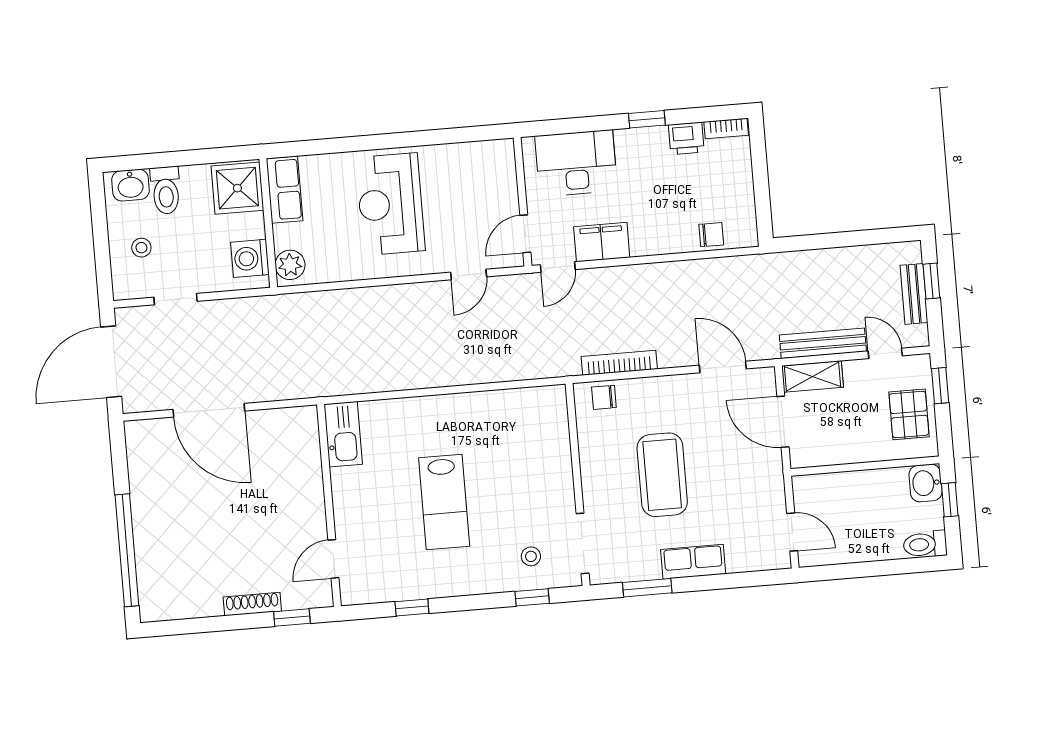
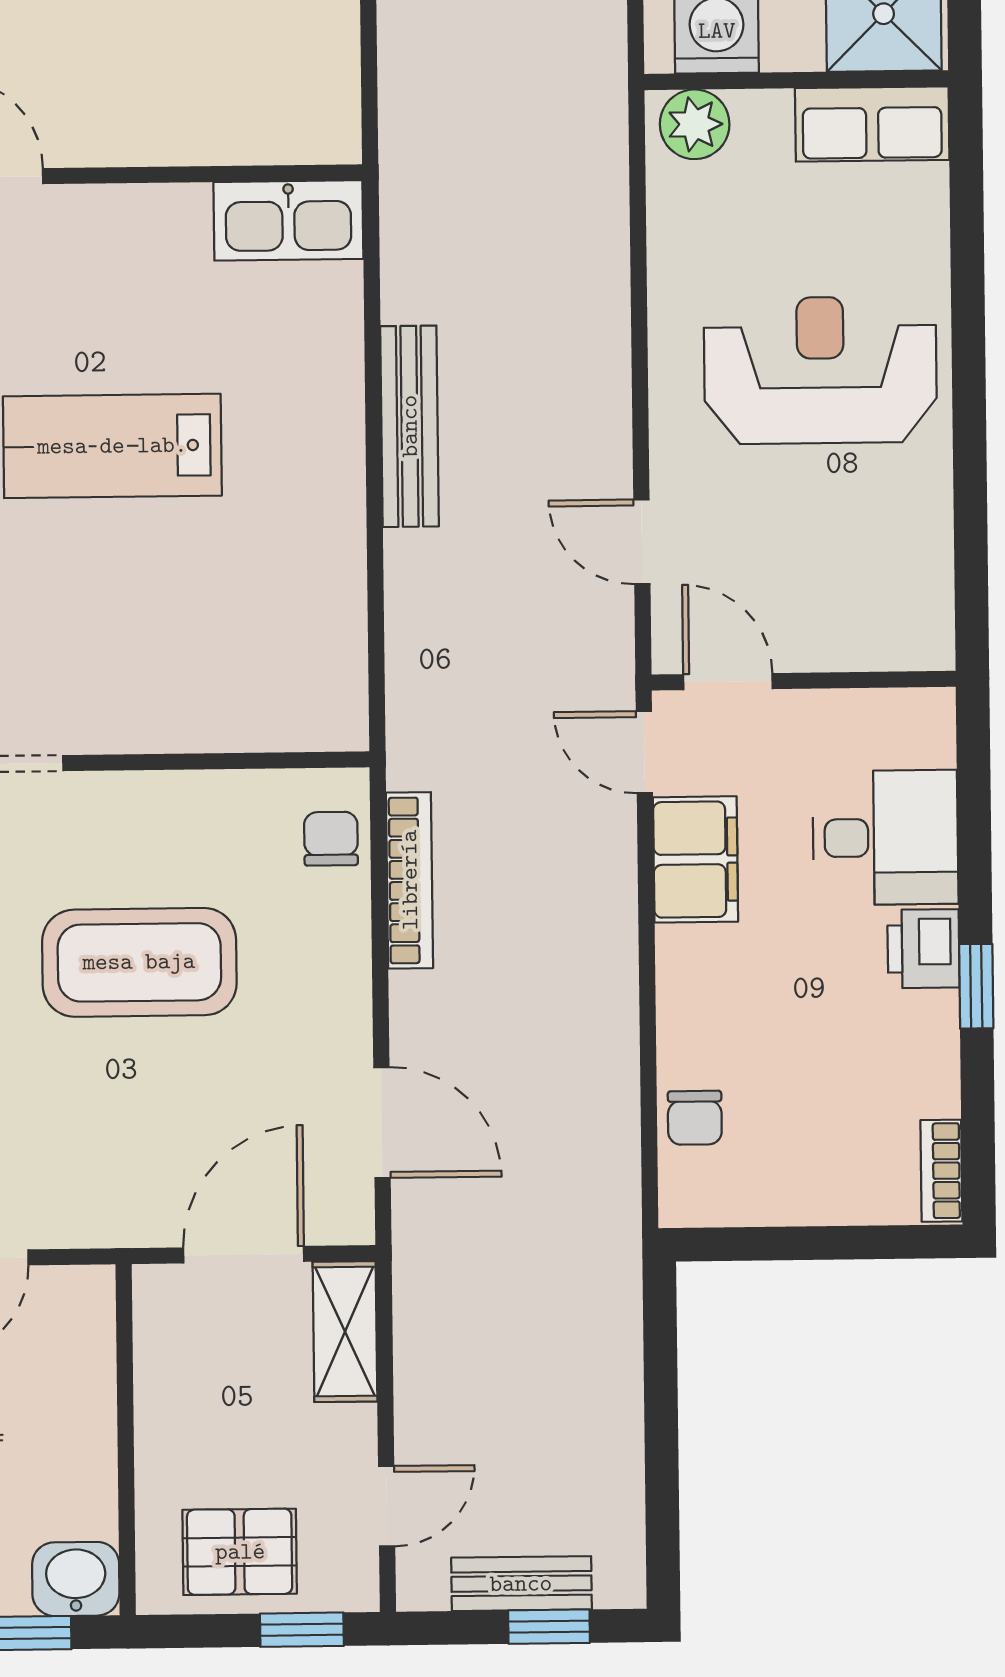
printer: (686, 138) -> (923, 949), moved
desk: (576, 163) -> (885, 838), width x0.73
bench: (823, 343) -> (410, 426), moved
door: (723, 367) -> (382, 1123), hinge flipped

